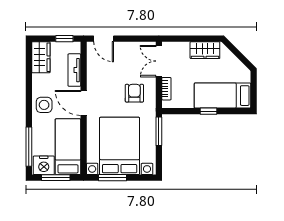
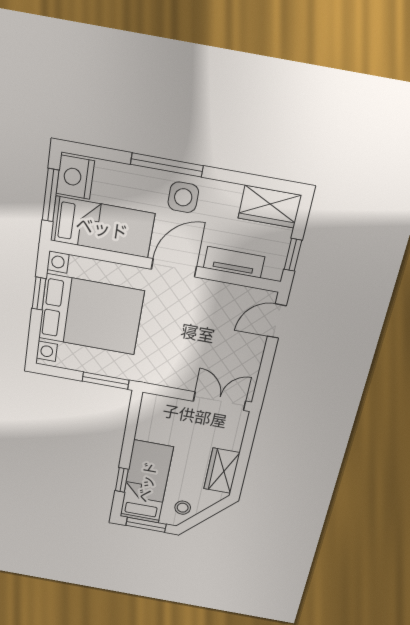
stool: (236, 69) -> (183, 508), added
bookcase: (166, 89) -> (172, 404), removed
window: (254, 90) -> (146, 525), added
armchair: (134, 93) -> (175, 354), removed
window: (208, 111) -> (122, 480), moved
window: (29, 147) -> (167, 165), moved
window: (113, 178) -> (39, 294), width x0.67

